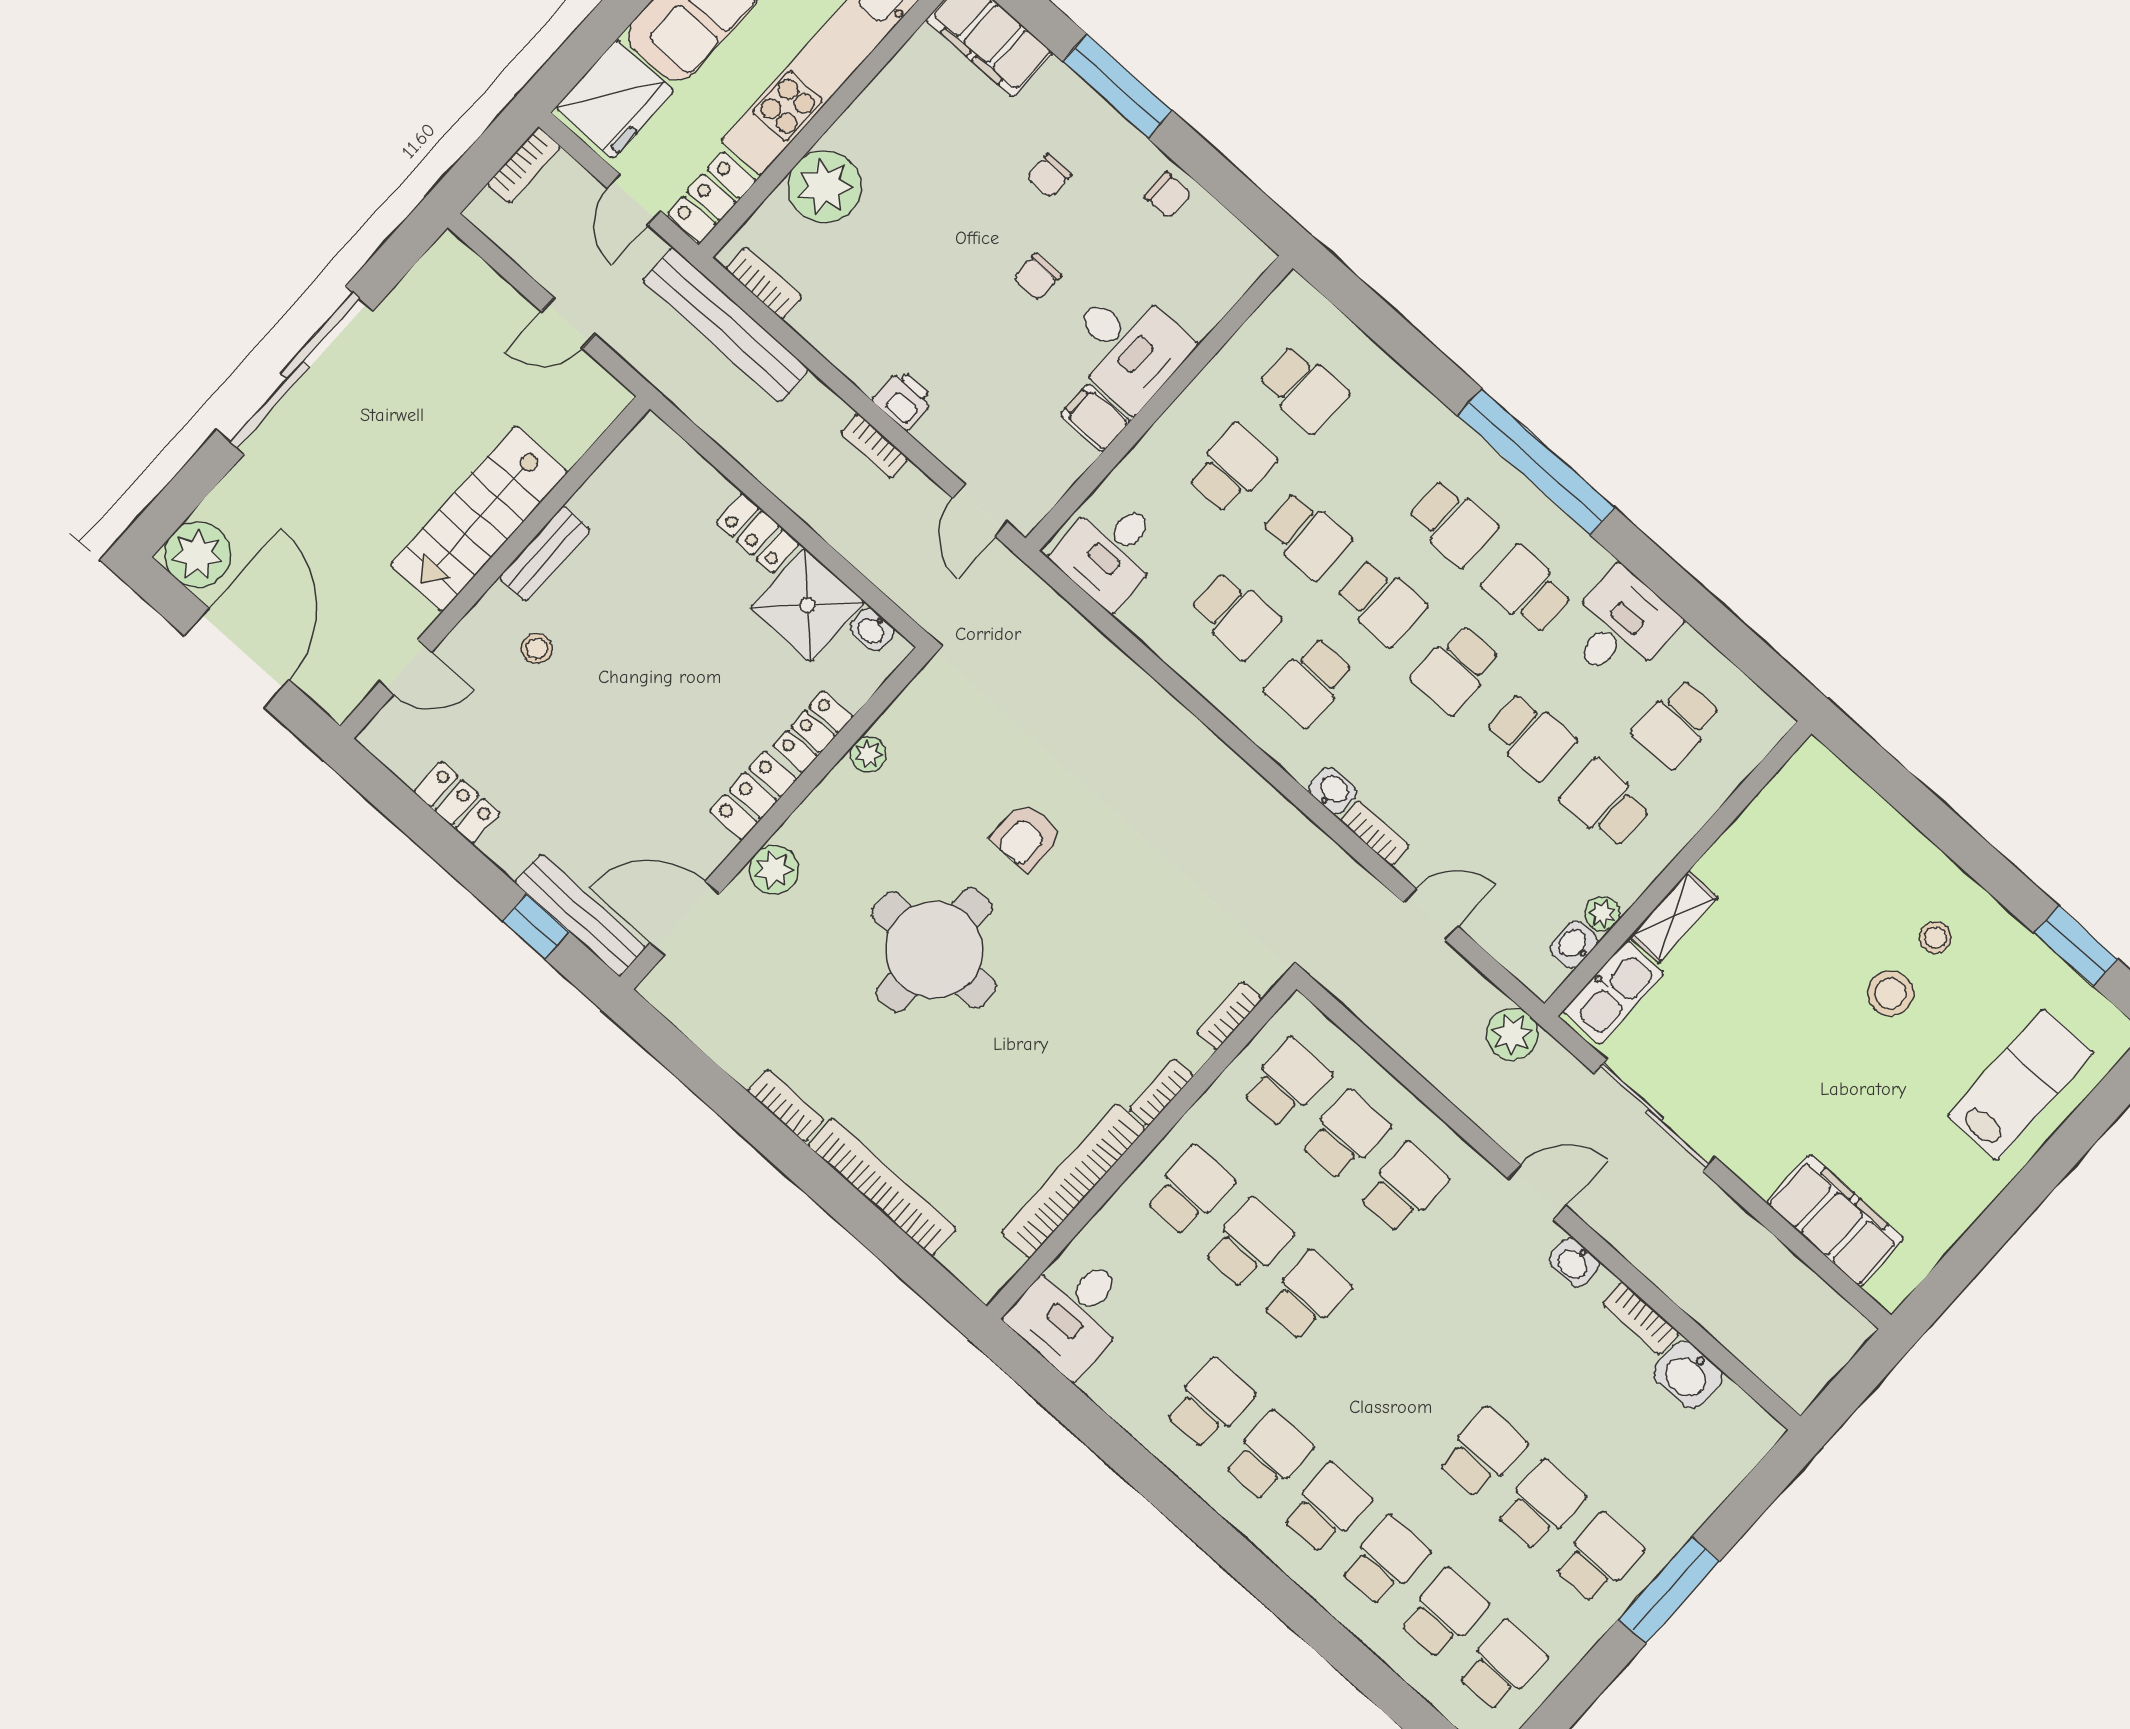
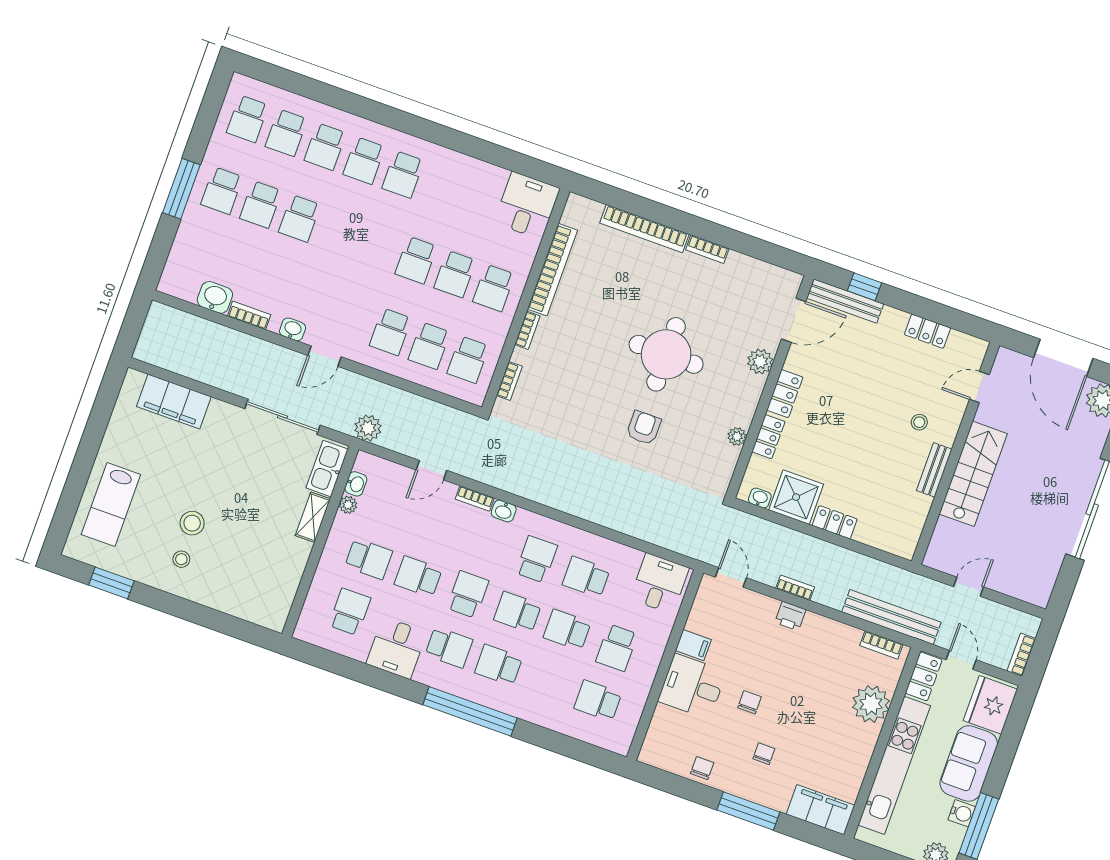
chair: (1168, 195) -> (702, 768), turned 90
school desk: (1210, 1404) -> (442, 188), removed

